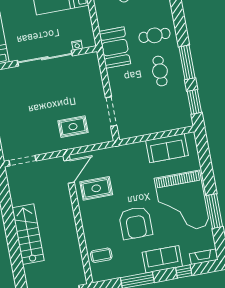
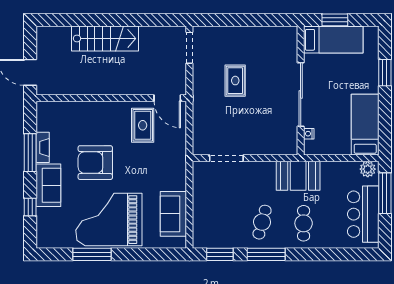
cafe table: (160, 71) -> (262, 222), turned -75
rug: (73, 127) -> (235, 81), moved
coffee table: (101, 255) -> (66, 117), removed
fireplace: (204, 257) -> (43, 147), moved

